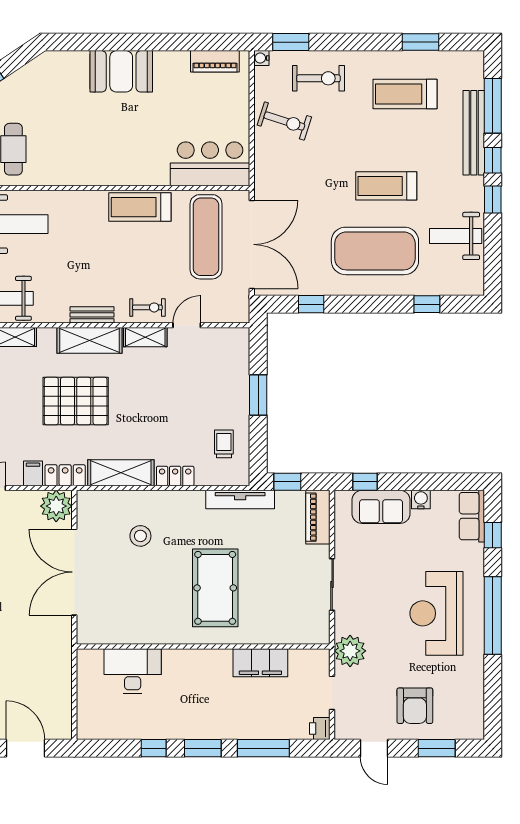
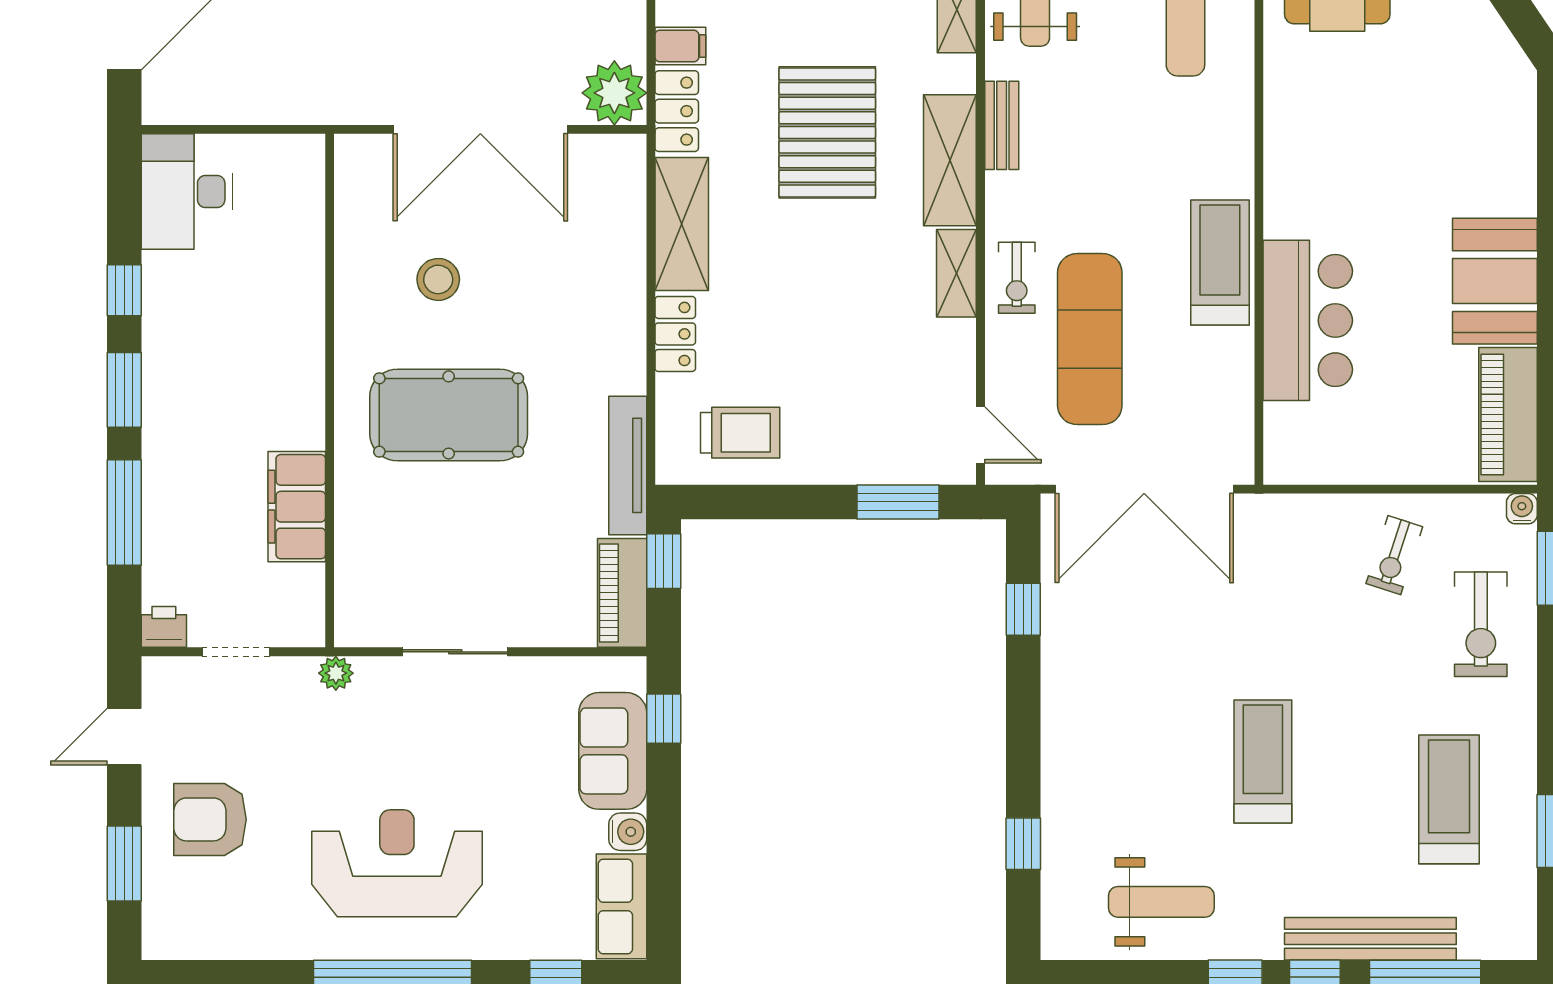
piano: (215, 61) -> (1508, 415), width x1.37, depth x1.33
booth: (121, 71) -> (1495, 281), moved
exercise bike: (284, 121) -> (1394, 555), width x0.73, depth x0.72
bar counter: (210, 164) -> (1308, 320), moved
weight bench: (456, 236) -> (1161, 902), turned 90
exercise mat: (206, 237) -> (1090, 339), moved, turned 90
exercise mat: (375, 251) -> (1131, 739), removed
bench: (92, 315) -> (1002, 125), moved
door: (187, 325) -> (981, 435), moved
window: (258, 395) -> (898, 502), moved
trolley: (224, 444) -> (740, 433), width x1.36, depth x1.39
row of seats: (472, 516) -> (621, 906), moved, turned -90
piano: (318, 517) -> (622, 593), moved, turned -90
stool: (140, 536) -> (438, 279), moved
double door: (74, 572) -> (480, 129), swing flipped
plant: (350, 651) -> (336, 673), width x0.53, depth x0.53
desk: (133, 671) -> (187, 191), moved, turned 180

